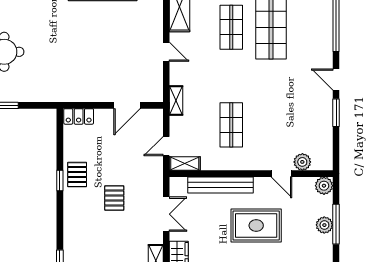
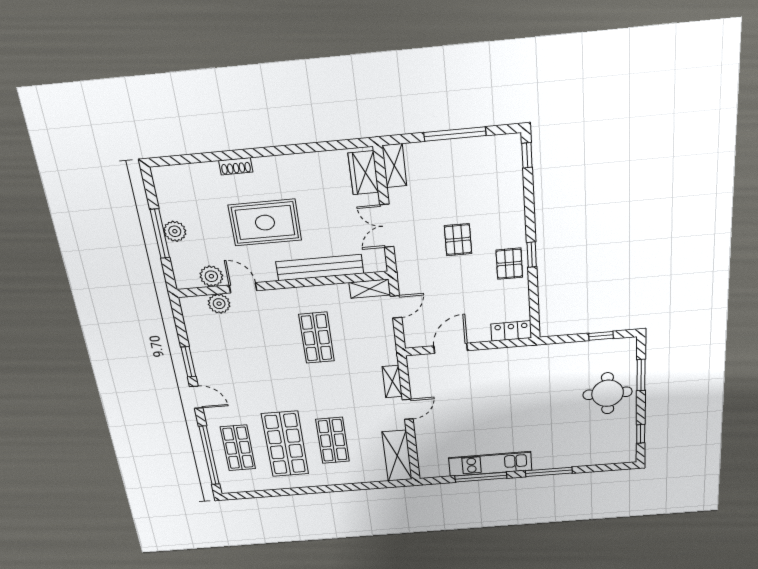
shop shelf: (311, 27) -> (238, 448), added
door: (166, 52) -> (408, 409), swing flipped
shelving: (176, 101) -> (392, 382), moved
plant: (324, 186) -> (211, 276), moved

